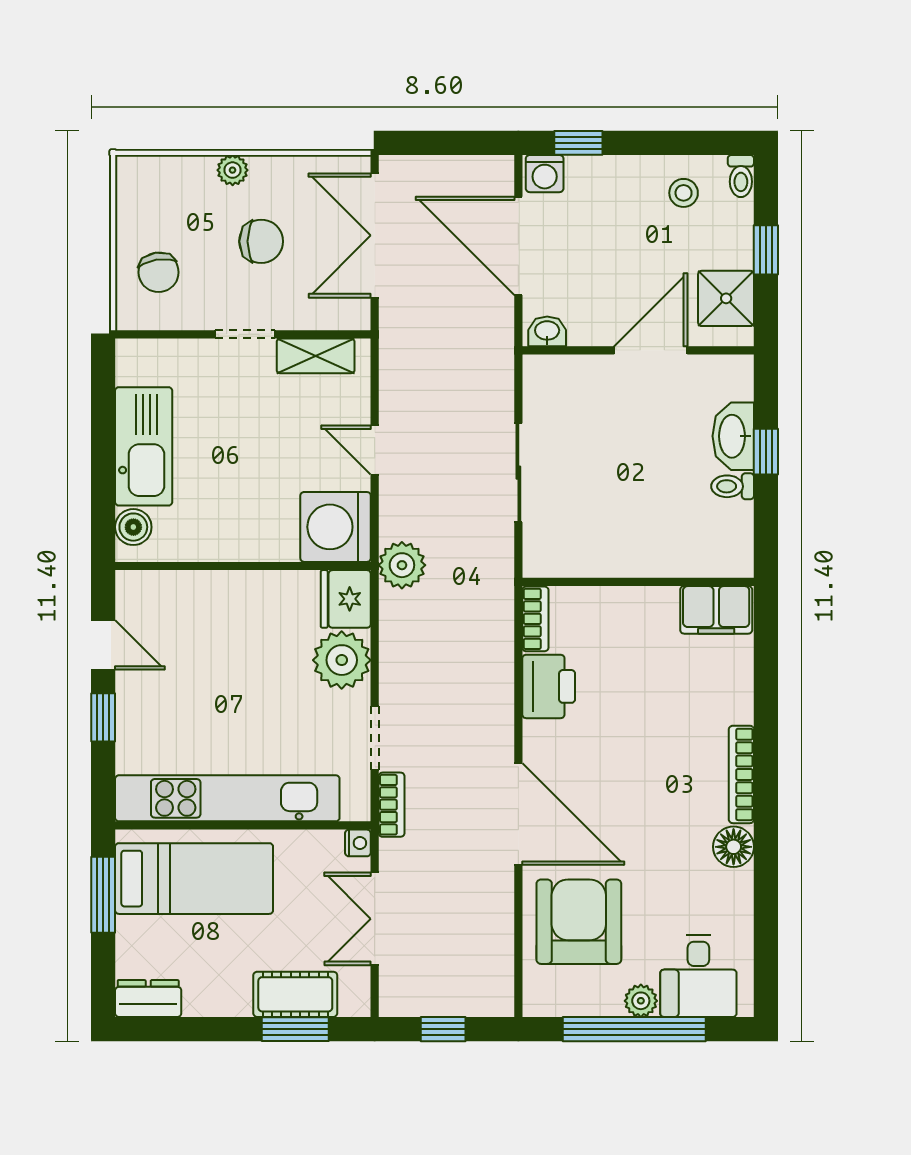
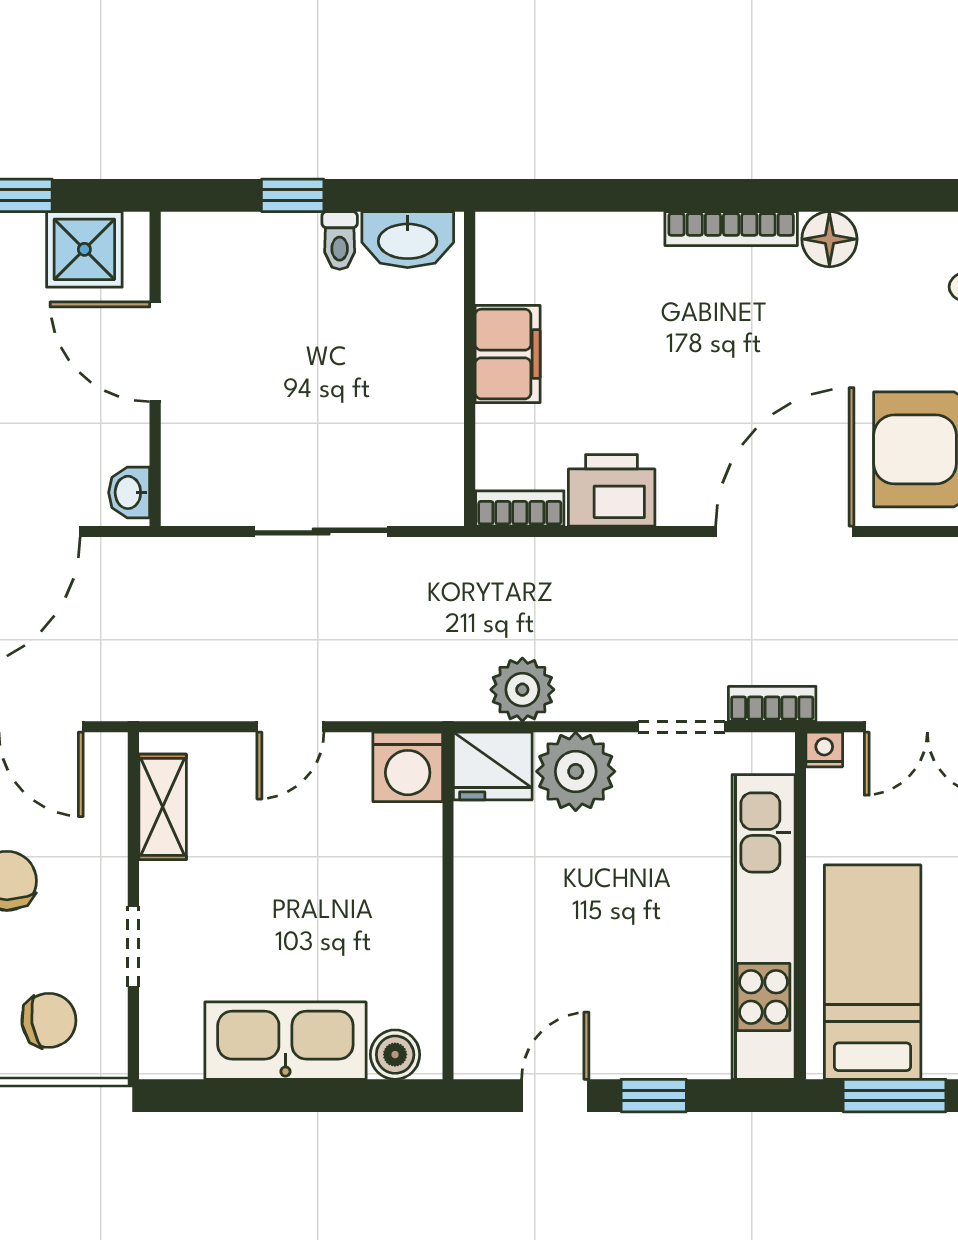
doorway: (245, 334) -> (133, 947), moved
washbasin: (733, 436) -> (408, 240), moved
washing machine: (336, 527) -> (408, 767), width x0.73, depth x0.73
plant: (402, 565) -> (522, 690), moved
filing cabinet: (716, 610) -> (508, 354), moved

